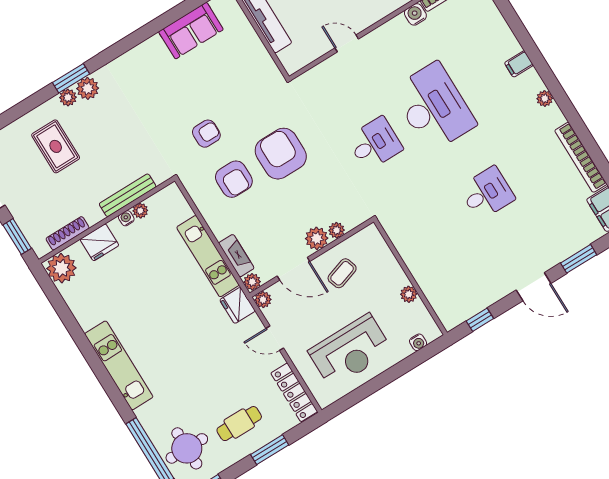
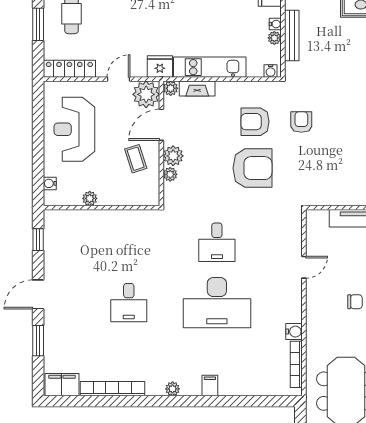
armchair: (206, 134) -> (301, 122), turned 180
water cooler: (175, 194) -> (271, 71), added
plant: (263, 300) -> (146, 94), width x1.87, depth x1.87

